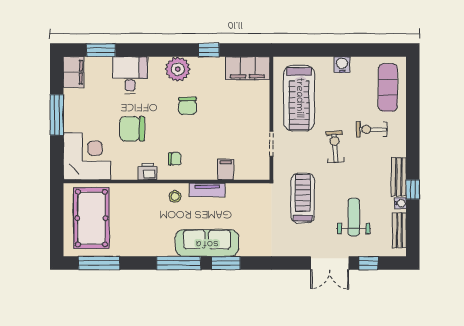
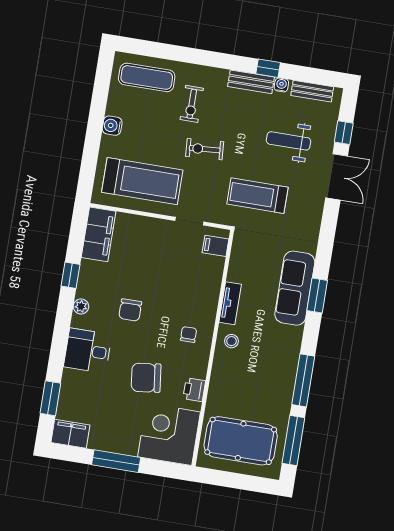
plant: (178, 69) -> (81, 306), width x0.53, depth x0.53
desk: (130, 75) -> (88, 351), moved
chair: (188, 106) -> (130, 310), turned 90
chair: (132, 129) -> (146, 378), turned 83
filing cabinet: (226, 169) -> (215, 246), moved
printer: (148, 171) -> (194, 390), moved
sofa: (207, 243) -> (295, 288), moved
window: (179, 263) -> (303, 380), moved

